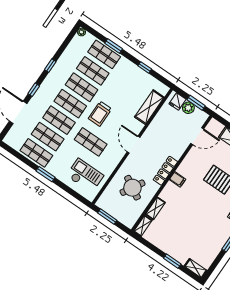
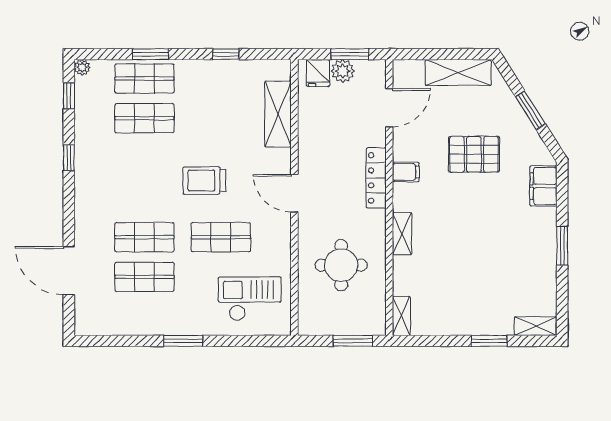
shop shelf: (82, 87) -> (144, 158), removed
window: (34, 90) -> (69, 96), moved
shop shelf: (70, 104) -> (144, 198), removed
trolley: (100, 114) -> (204, 181), turned 90
shop shelf: (36, 153) -> (144, 317), removed
locker: (165, 171) -> (376, 178), moved
filing cabinet: (178, 179) -> (406, 172), moved
round table: (132, 188) -> (341, 265), turned -30
shelving: (155, 208) -> (402, 234), moved
window: (107, 217) -> (353, 341), moved

